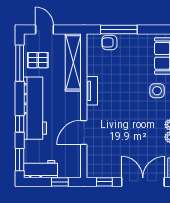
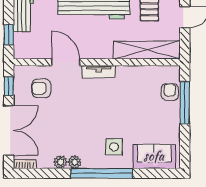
tv unit: (92, 91) -> (99, 72), moved
armchair: (106, 154) -> (41, 88), added

